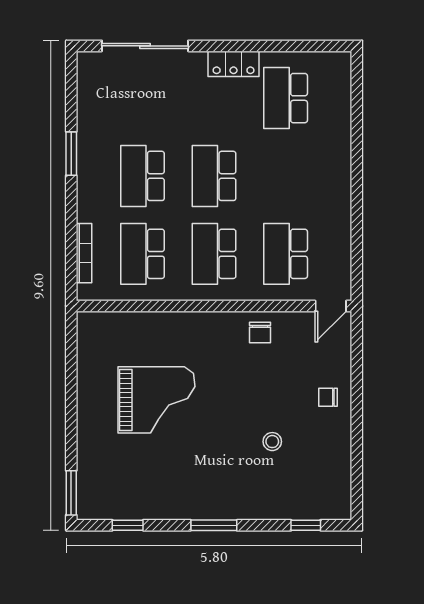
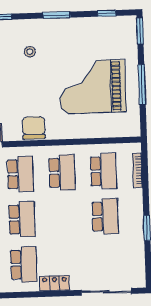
school desk: (214, 176) -> (22, 219), moved
chair: (260, 333) -> (34, 128), width x1.87, depth x1.87
window: (71, 400) -> (142, 85), added
grand piano: (157, 400) -> (92, 87), width x1.37, depth x1.48
stool: (272, 442) -> (30, 52), moved

